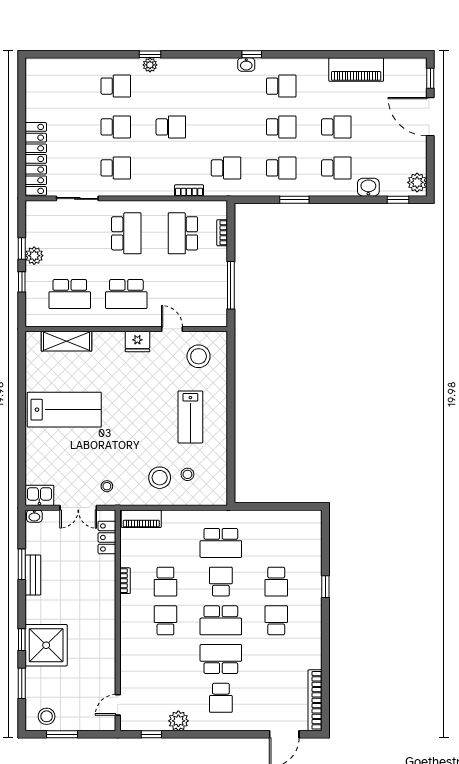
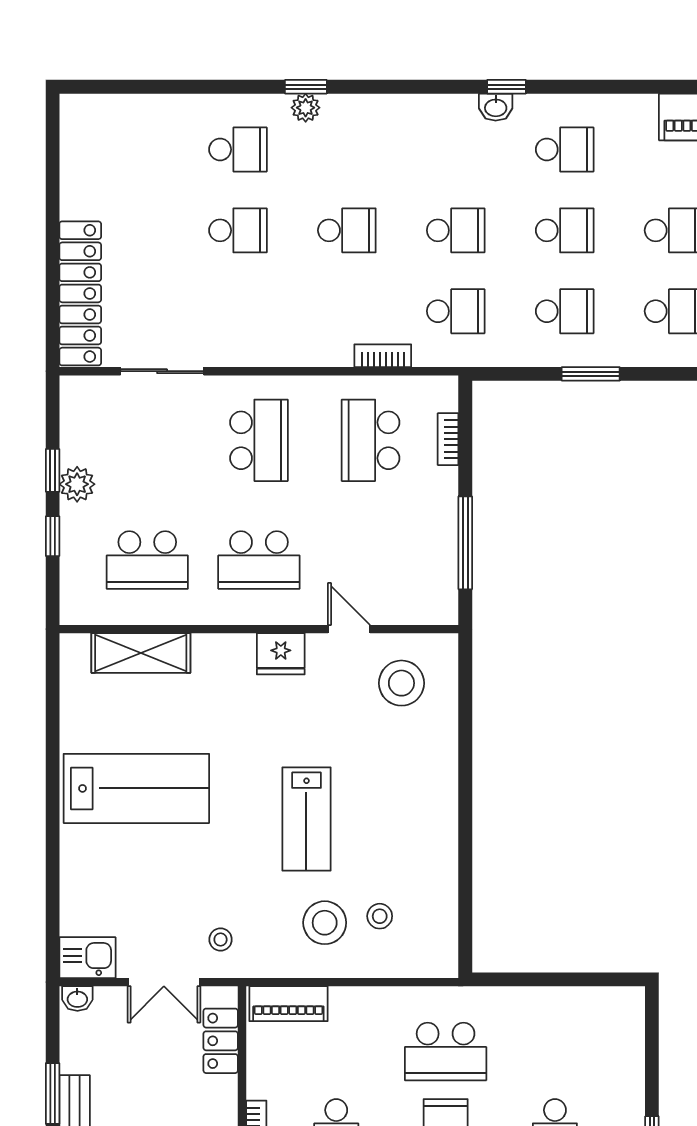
school desk: (116, 168) -> (456, 230), moved
lab bench: (190, 417) -> (306, 819), moved

